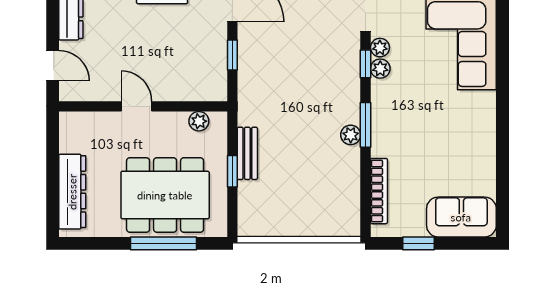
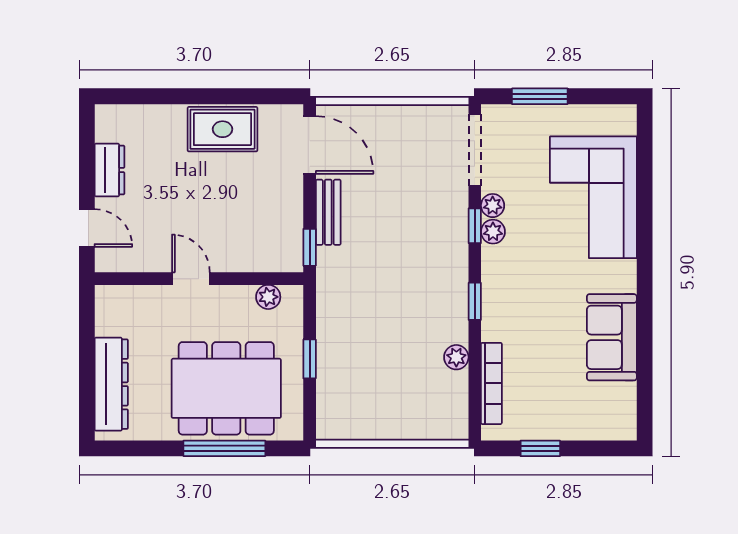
window: (232, 55) -> (310, 247), moved
window: (366, 125) -> (475, 301), width x0.67
plant: (351, 135) -> (456, 357), moved
bench: (247, 153) -> (328, 212), moved
sofa: (461, 217) -> (612, 337), moved, turned -90

